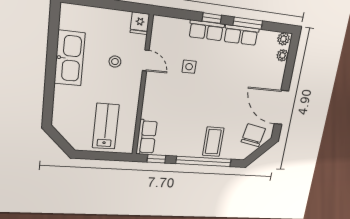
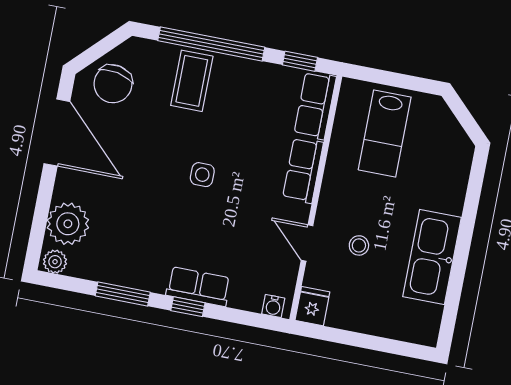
water cooler: (163, 22) -> (273, 306), added
row of seats: (241, 35) -> (303, 170), moved, turned -90
plant: (282, 55) -> (68, 224), width x1.88, depth x1.88
side table: (189, 67) -> (202, 175), moved

